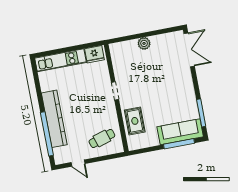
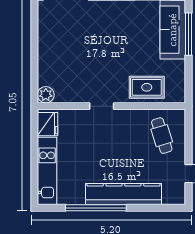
plant: (144, 43) -> (46, 95), moved
window: (47, 134) -> (96, 208), moved

